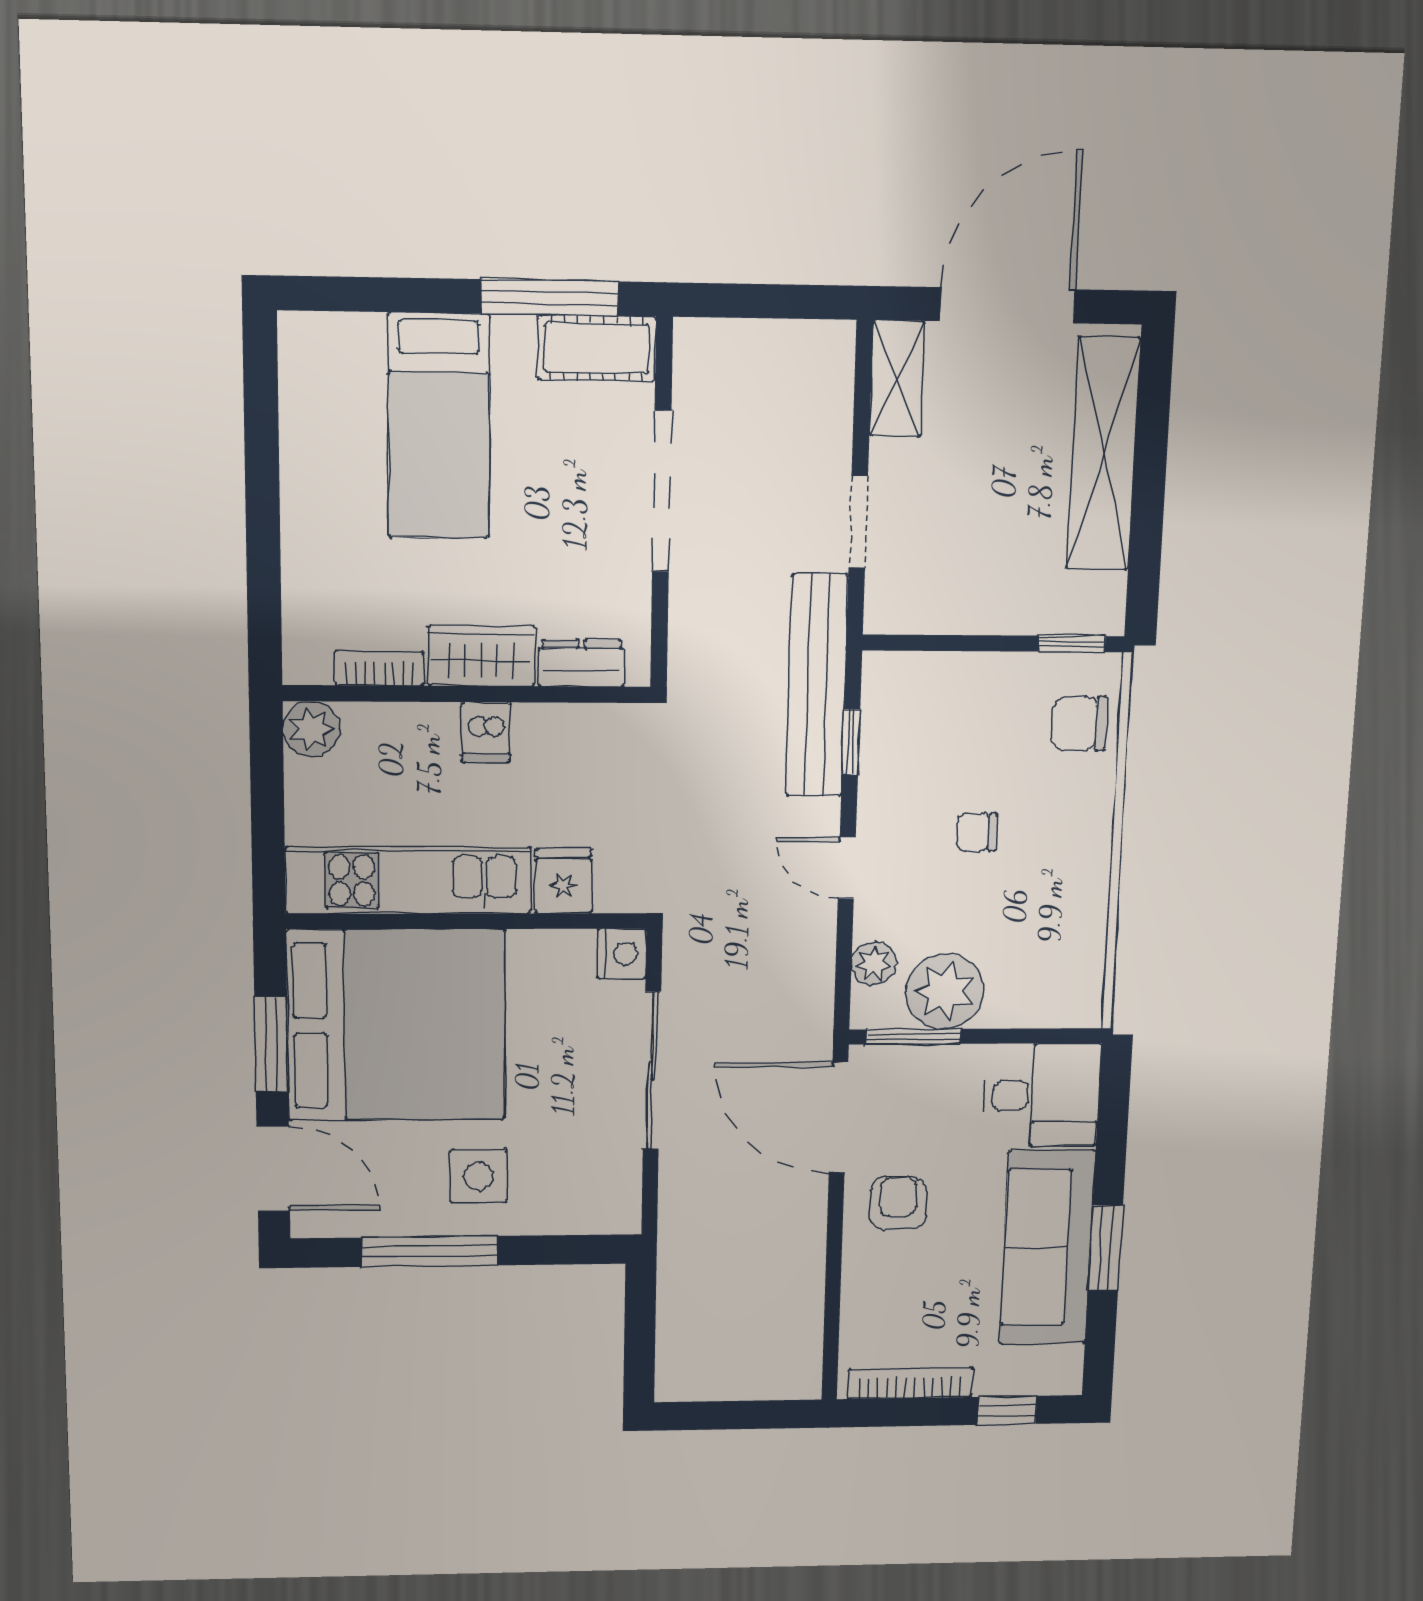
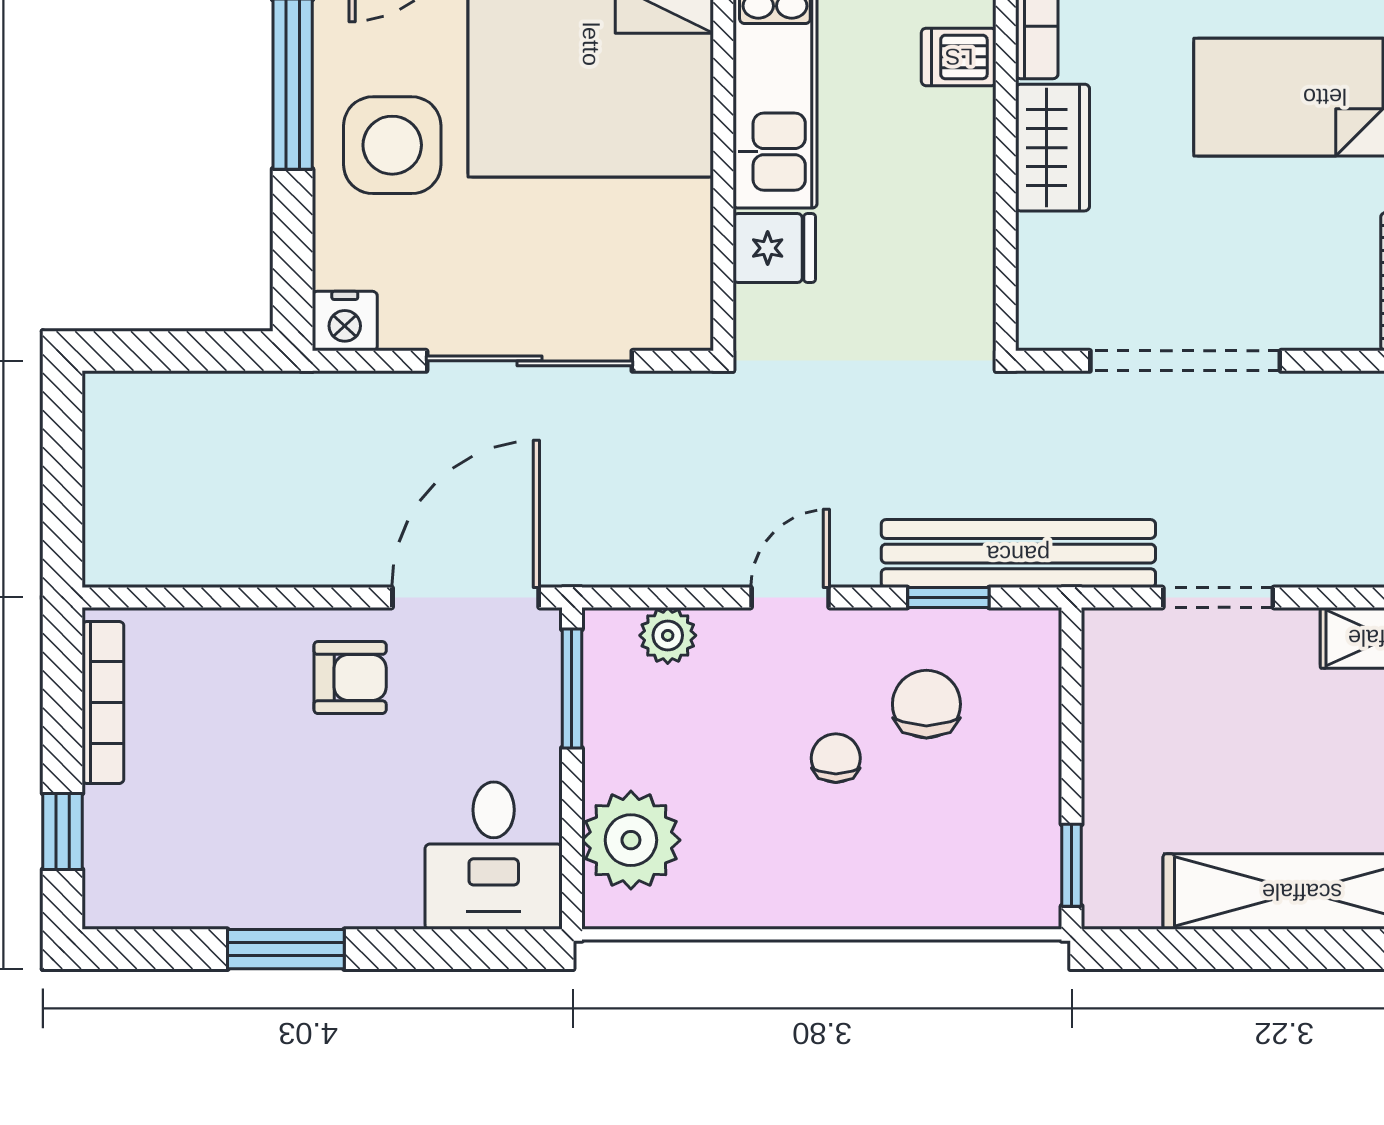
doorway: (662, 491) -> (1185, 361), moved
dresser: (581, 663) -> (1044, 267), removed
chair: (1080, 723) -> (926, 704), moved
dishwasher: (486, 733) -> (959, 57), moved
nightstand: (622, 954) -> (345, 321), moved
plant: (945, 991) -> (631, 840), moved
side table: (478, 1176) -> (392, 145), width x1.37, depth x1.37
sofa: (1047, 1248) -> (288, 873), removed

